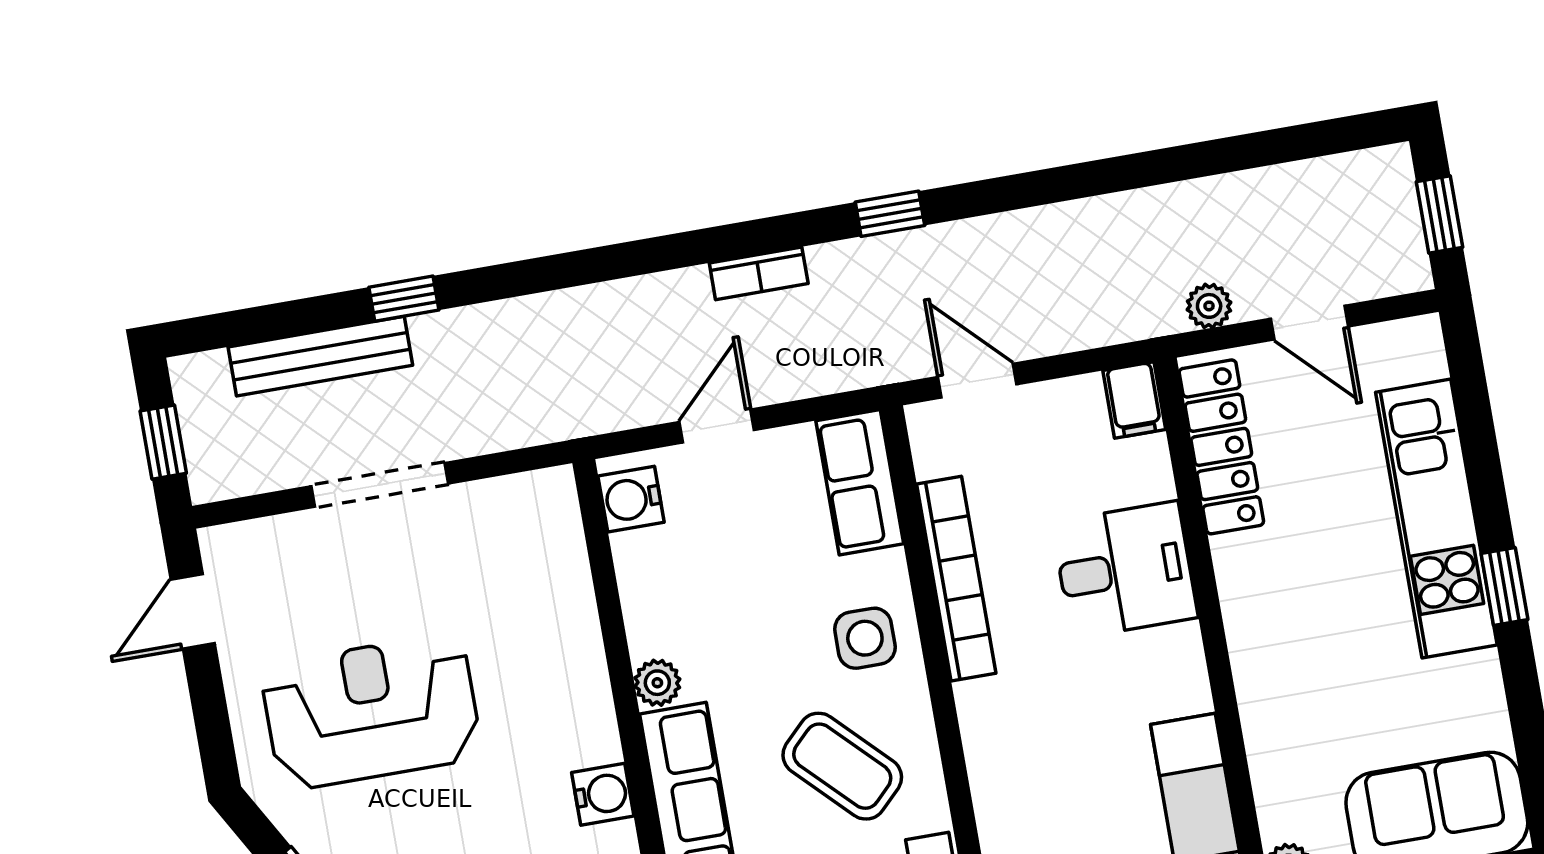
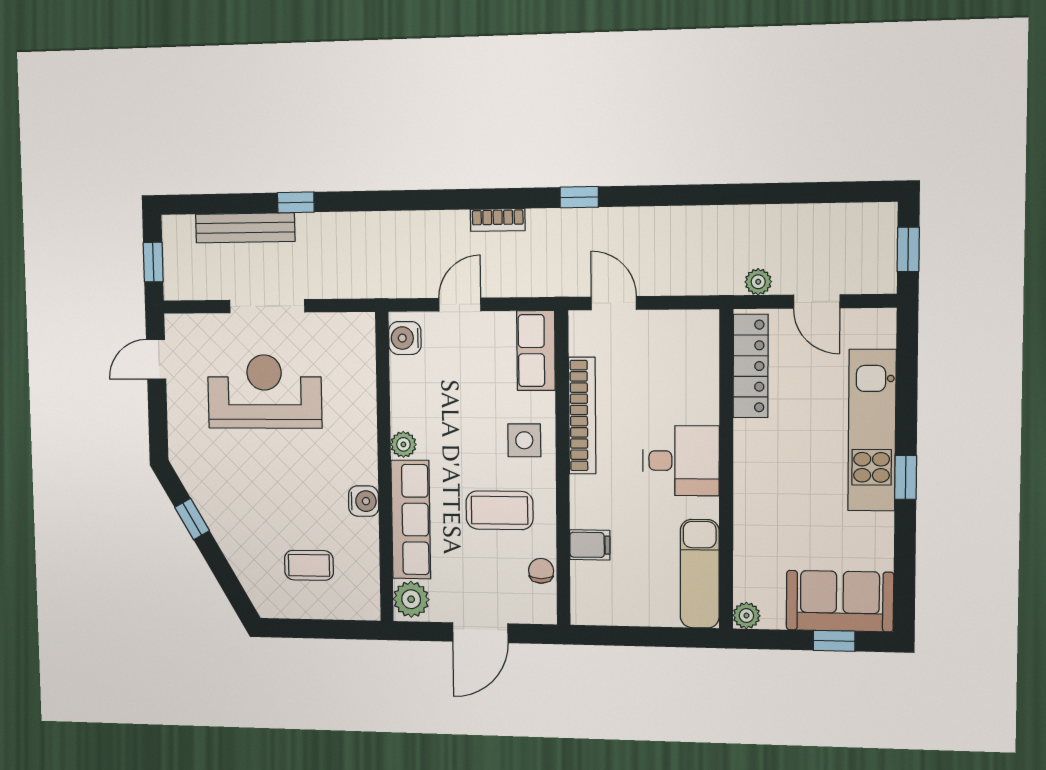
filing cabinet: (1134, 400) -> (590, 545), moved, turned -90
desk: (1125, 570) -> (681, 461), moved
reception desk: (371, 712) -> (265, 392), moved
coffee table: (842, 766) -> (499, 510), turned -45

